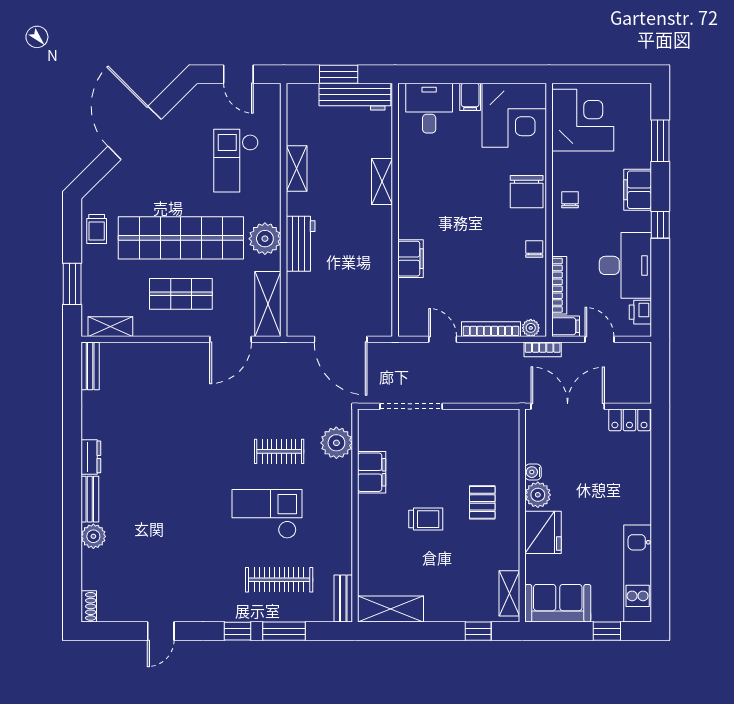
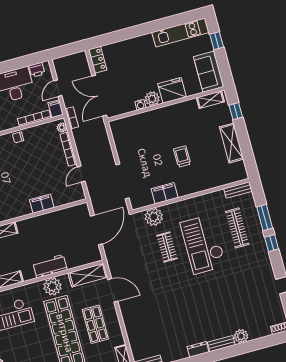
pallet: (482, 502) -> (165, 128), removed
checkout: (267, 514) -> (203, 244), width x1.36, depth x1.21
shelving: (391, 609) -> (231, 143), moved

